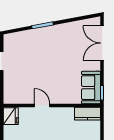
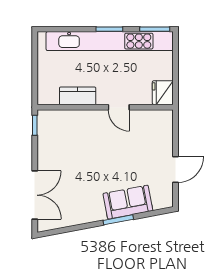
sofa: (91, 88) -> (128, 202), moved, turned -101
kitchen counter: (87, 114) -> (78, 96), moved

